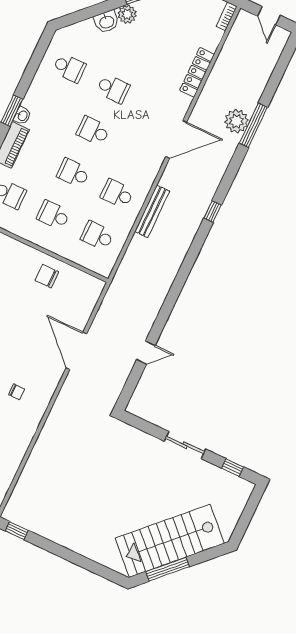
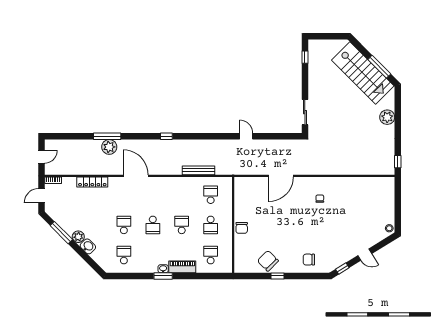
school desk: (73, 173) -> (182, 225), turned 180
school desk: (117, 194) -> (182, 195), removed
bench: (152, 211) -> (199, 170), moved
school desk: (97, 236) -> (211, 195), turned 180
chair: (47, 276) -> (242, 228), moved
door: (146, 353) -> (246, 136), moved
sliding door: (185, 445) -> (305, 112), moved
plant: (89, 546) -> (387, 117), added

